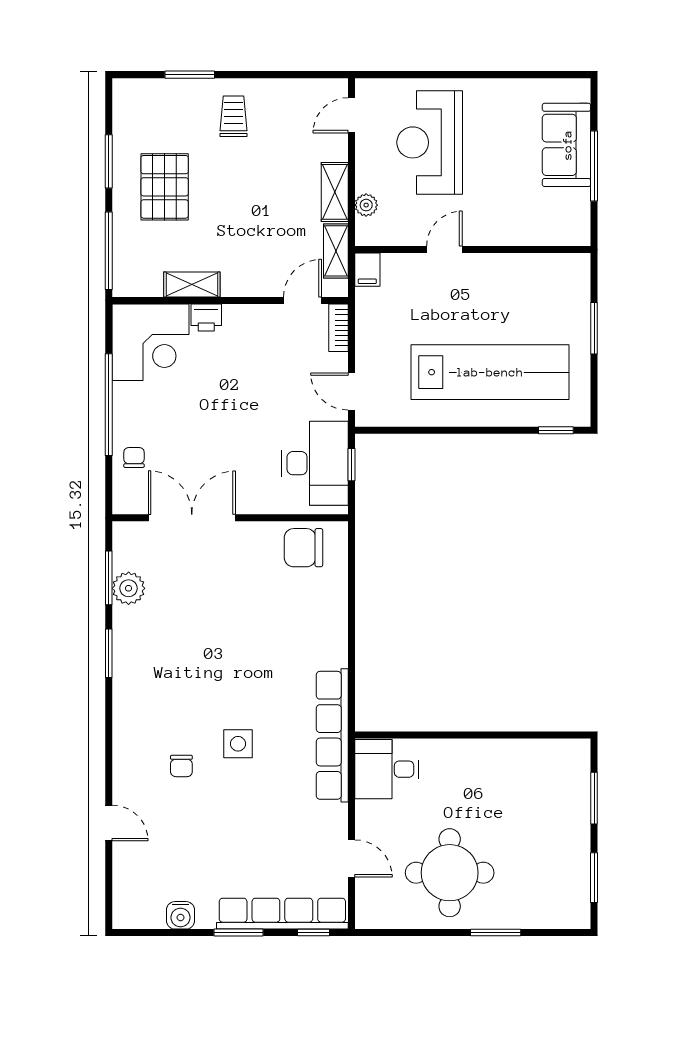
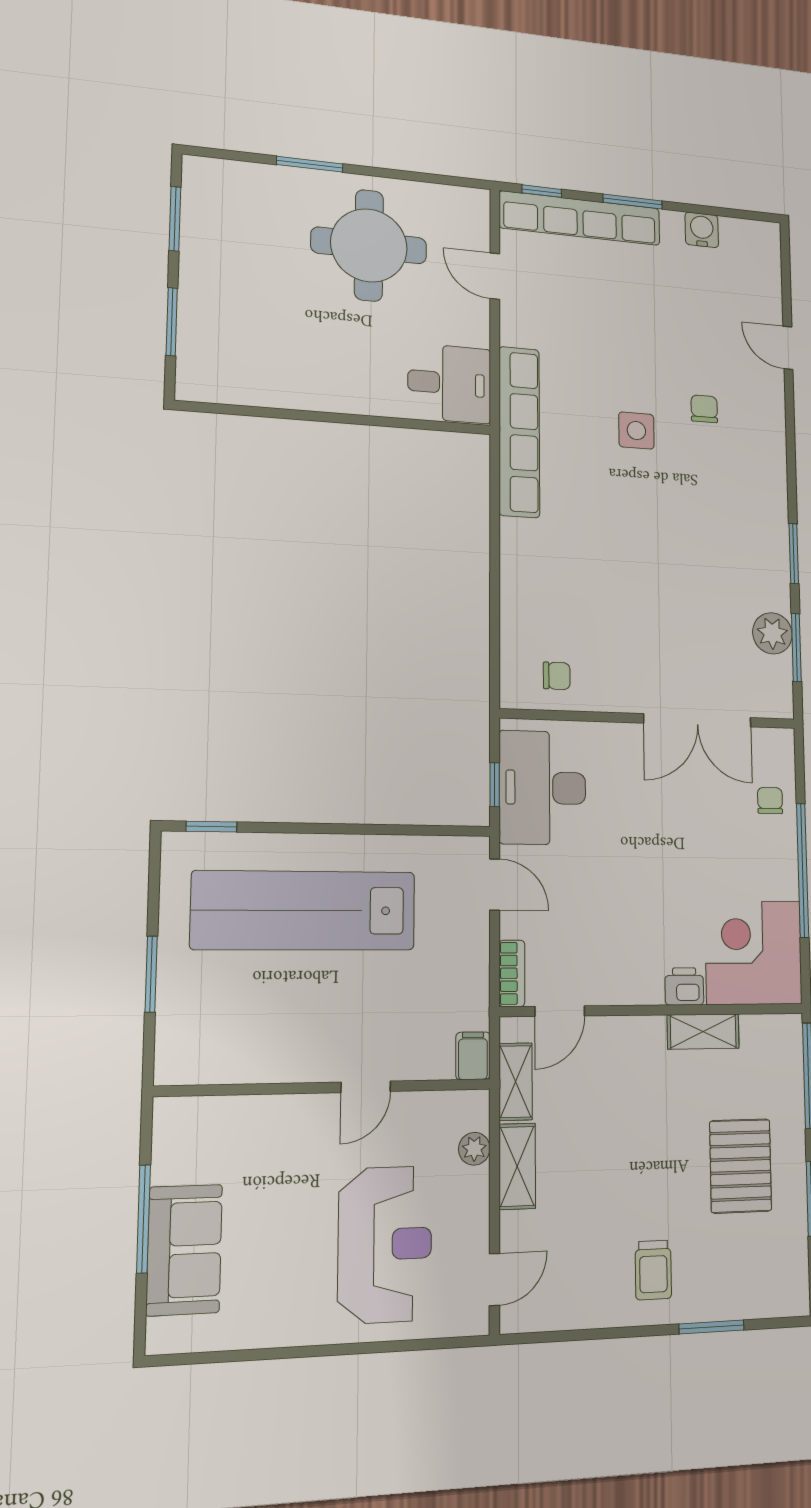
chair: (134, 458) -> (770, 801), turned 180
chair: (304, 548) -> (557, 676), width x0.54, depth x0.54

